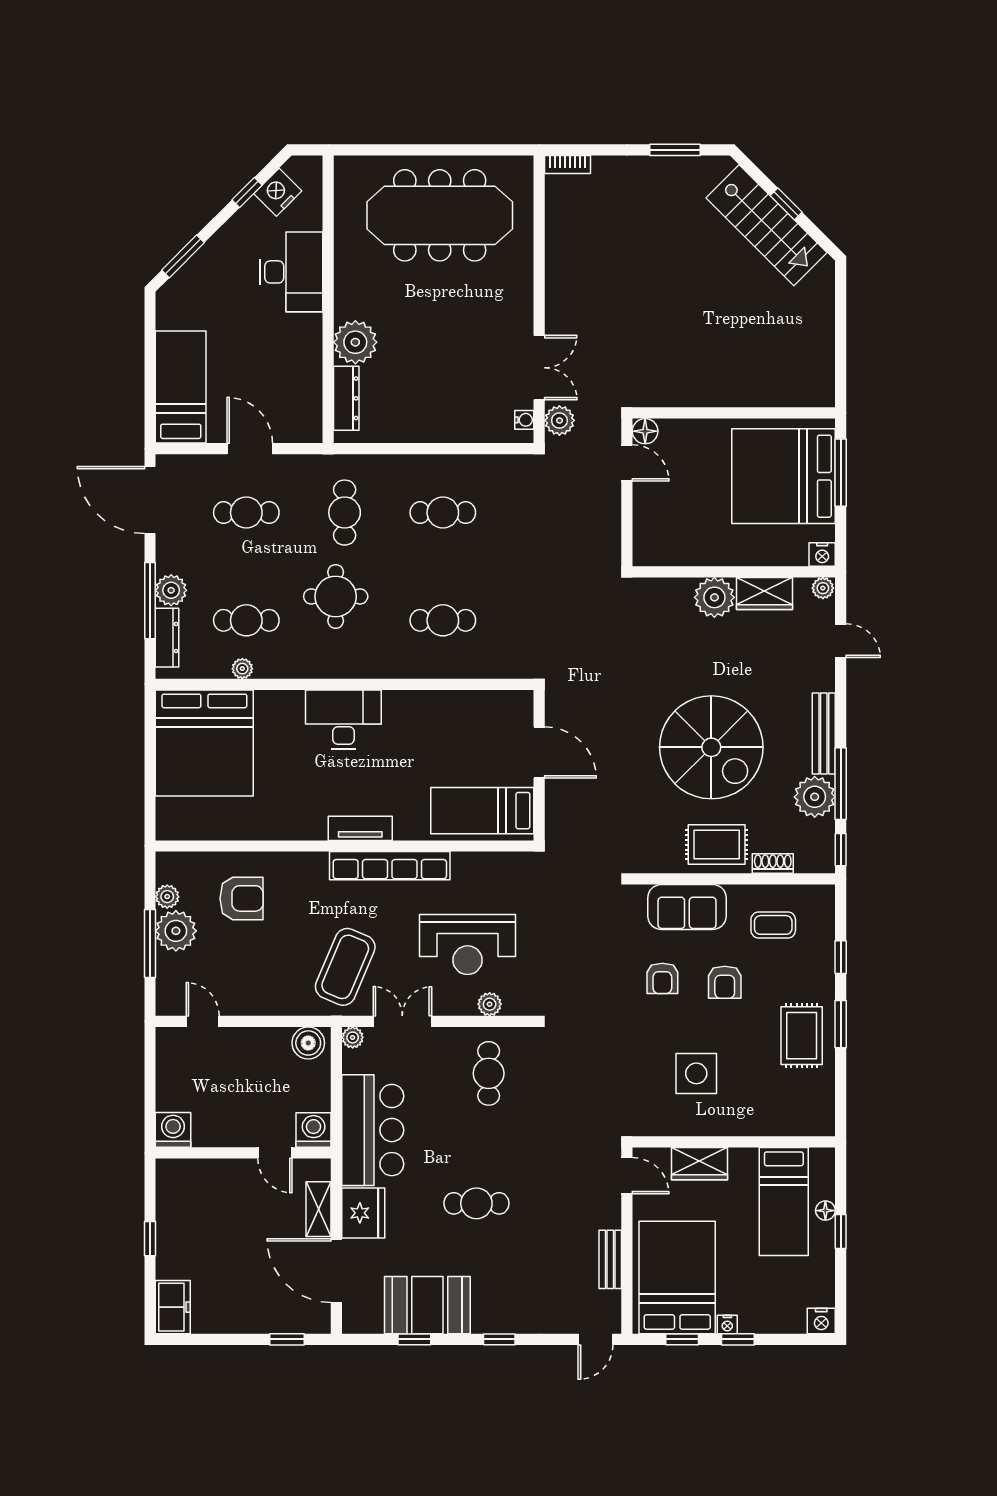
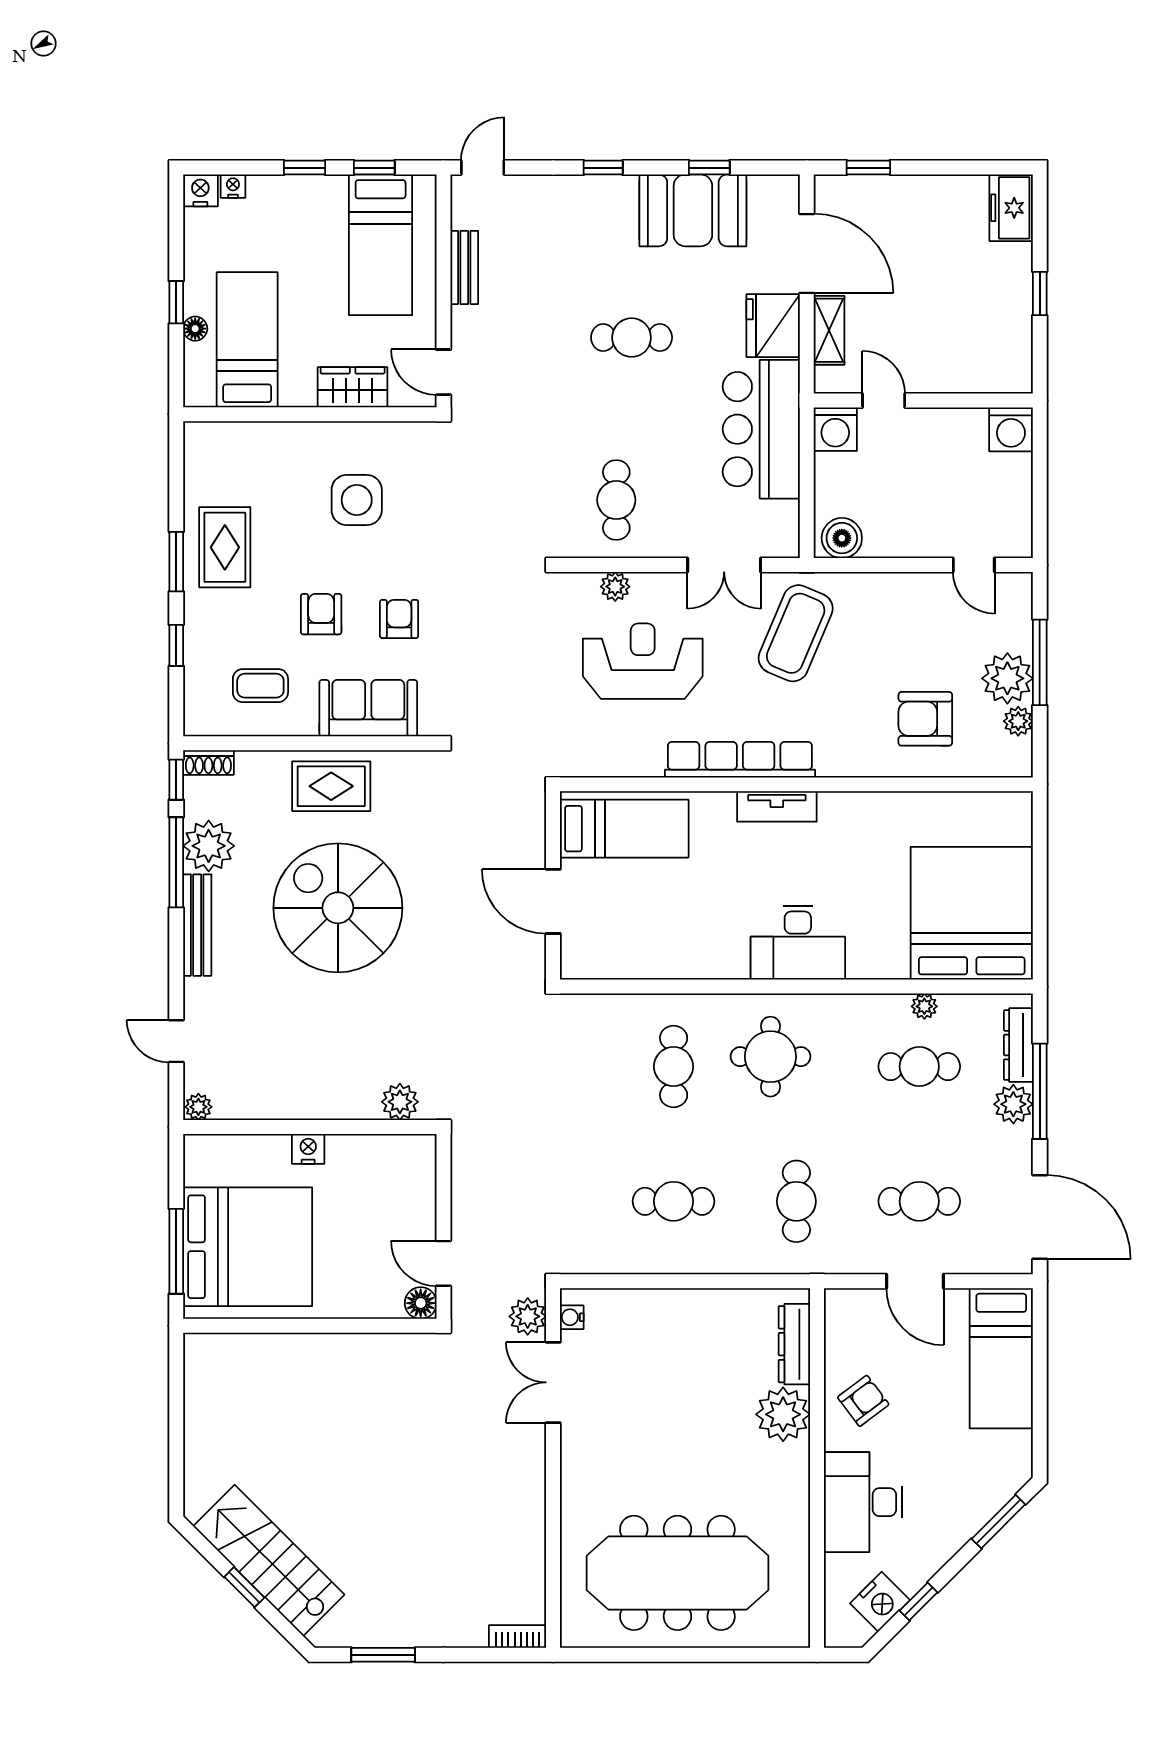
armchair: (291, 353) -> (863, 1401), added
nightstand: (822, 554) -> (308, 1149), moved
wardrobe: (764, 594) -> (271, 1100), removed
round table: (336, 596) -> (770, 1057), moved
plant: (714, 597) -> (400, 1102), moved, width x0.73, depth x0.73
cafe table: (443, 620) -> (674, 1067), turned 90
shoe rack: (773, 864) -> (208, 762), moved
plant: (353, 1037) -> (786, 545), removed
bed: (677, 1278) -> (381, 245), width x0.67
nightstand: (727, 1324) -> (233, 186), moved

